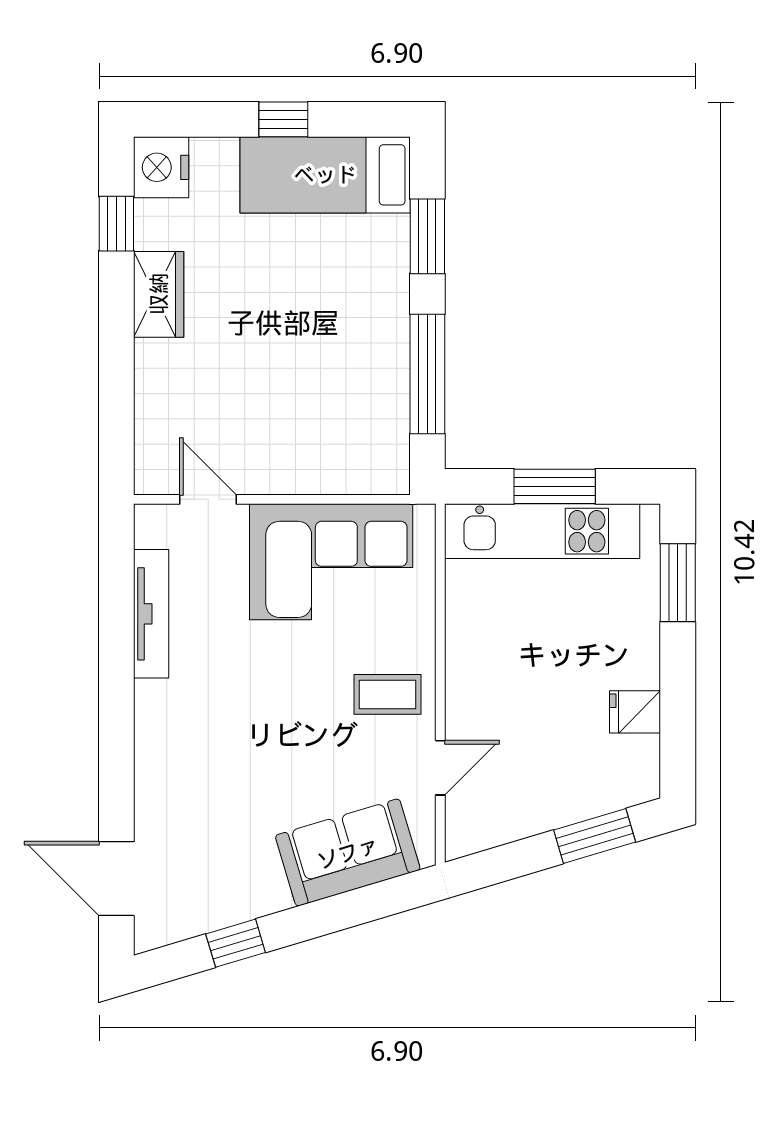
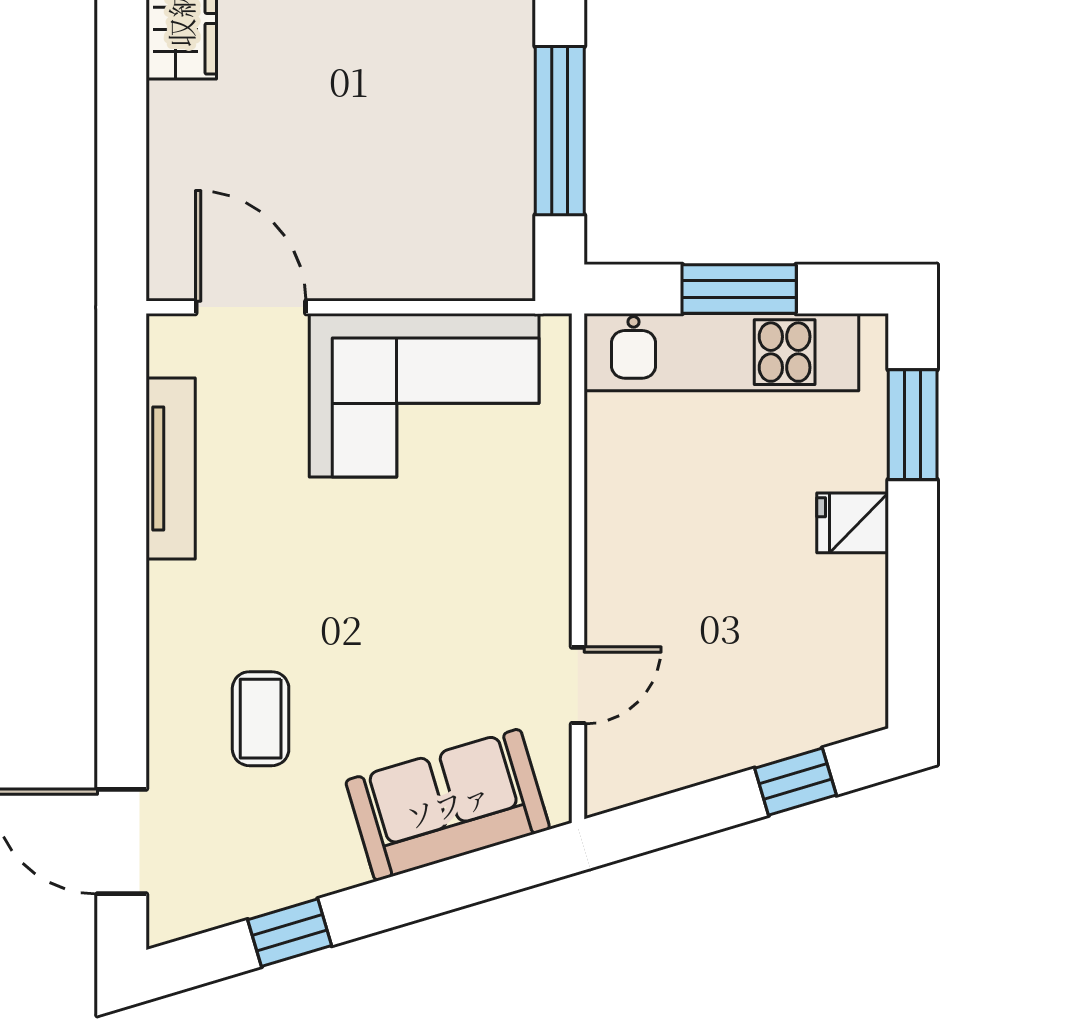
door: (208, 499) -> (251, 307), width x1.38
coffee table: (388, 694) -> (261, 719), moved, turned 90
fridge: (635, 712) -> (853, 523), moved
window: (595, 836) -> (795, 782), width x0.67

